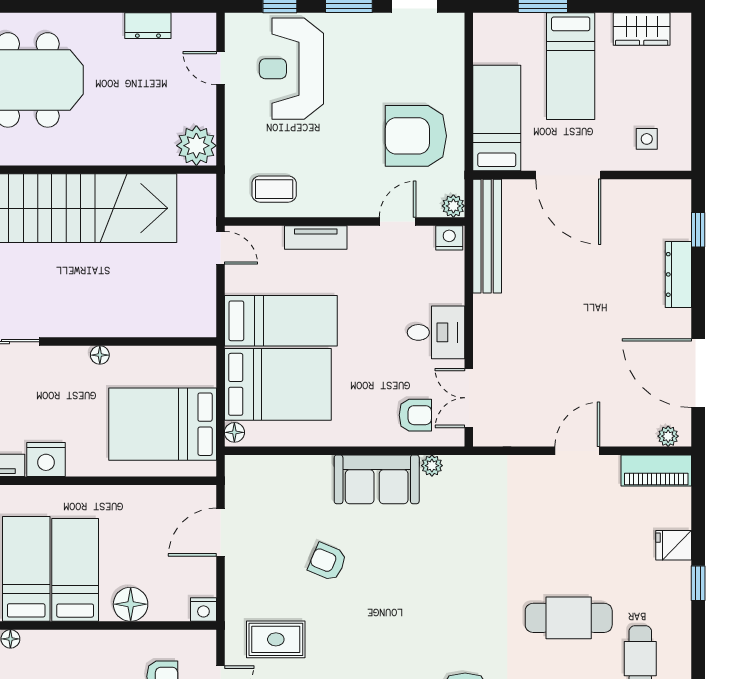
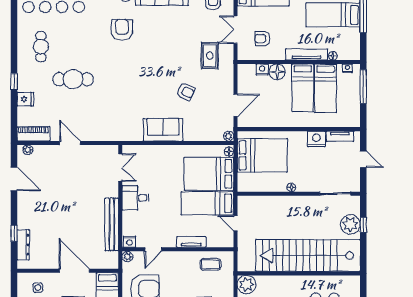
window: (698, 230) -> (14, 233), moved
bench: (487, 236) -> (112, 224), moved
door: (220, 248) -> (235, 223), moved
dresser: (678, 274) -> (23, 245), moved
door: (698, 373) -> (14, 179), width x0.73
armchair: (415, 415) -> (145, 160), removed
door: (577, 451) -> (70, 143), swing flipped
plant: (432, 466) -> (229, 136), moved
nightstand: (203, 610) -> (262, 69), moved
cafe table: (569, 618) -> (73, 79), moved
rug: (276, 639) -> (210, 56), turned 90
tv unit: (67, 642) -> (307, 54), added

